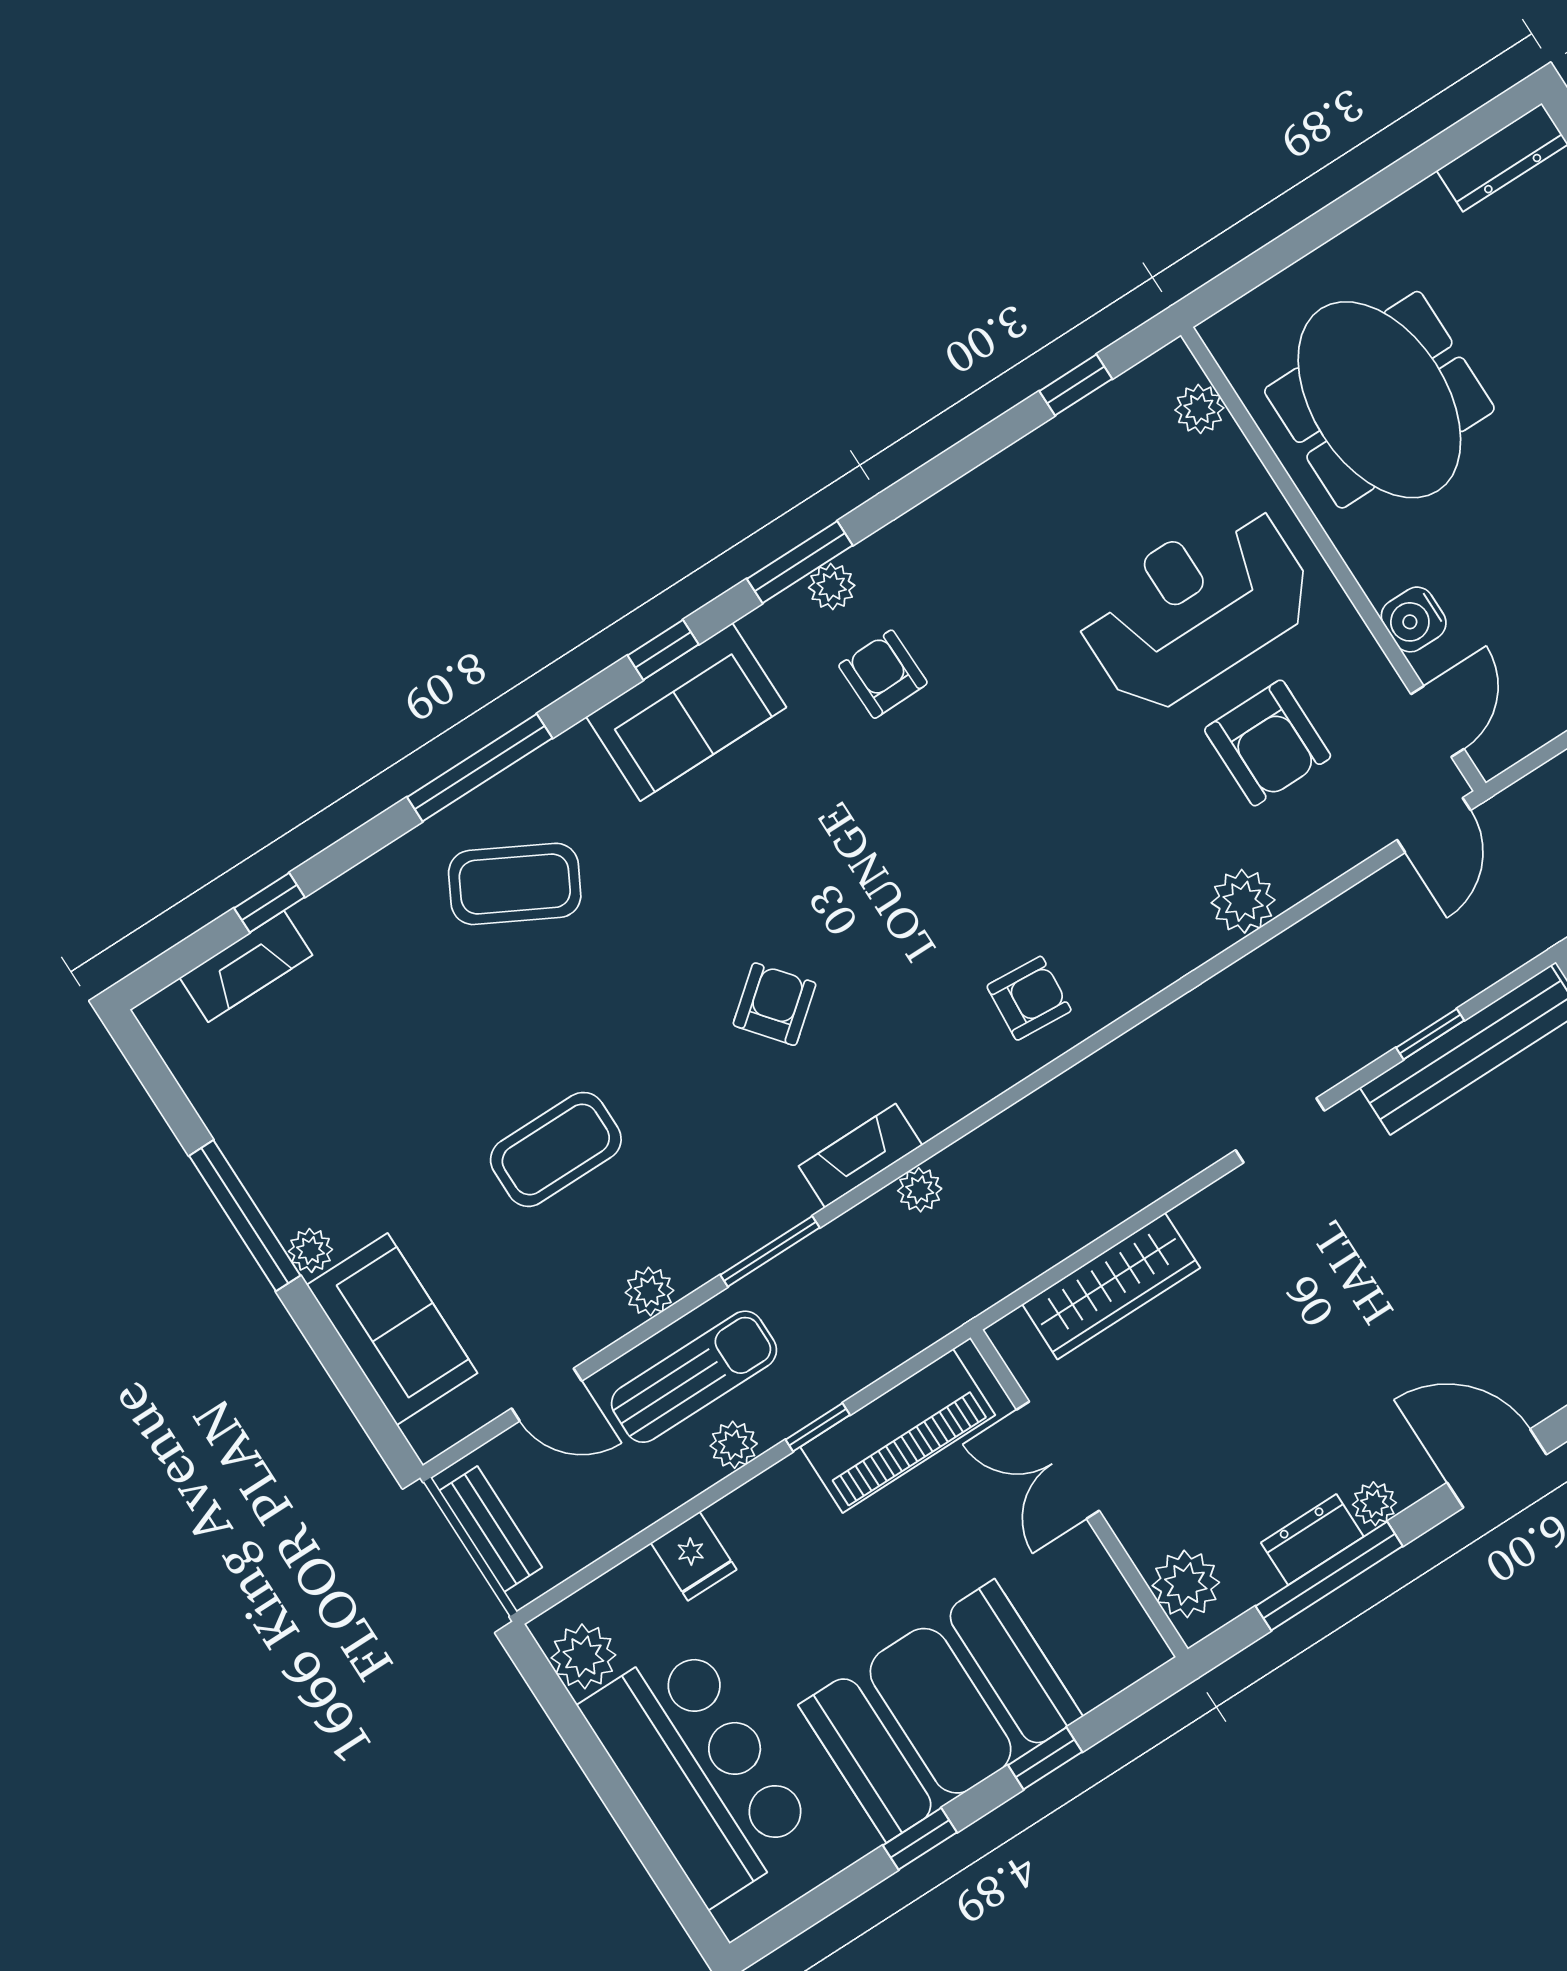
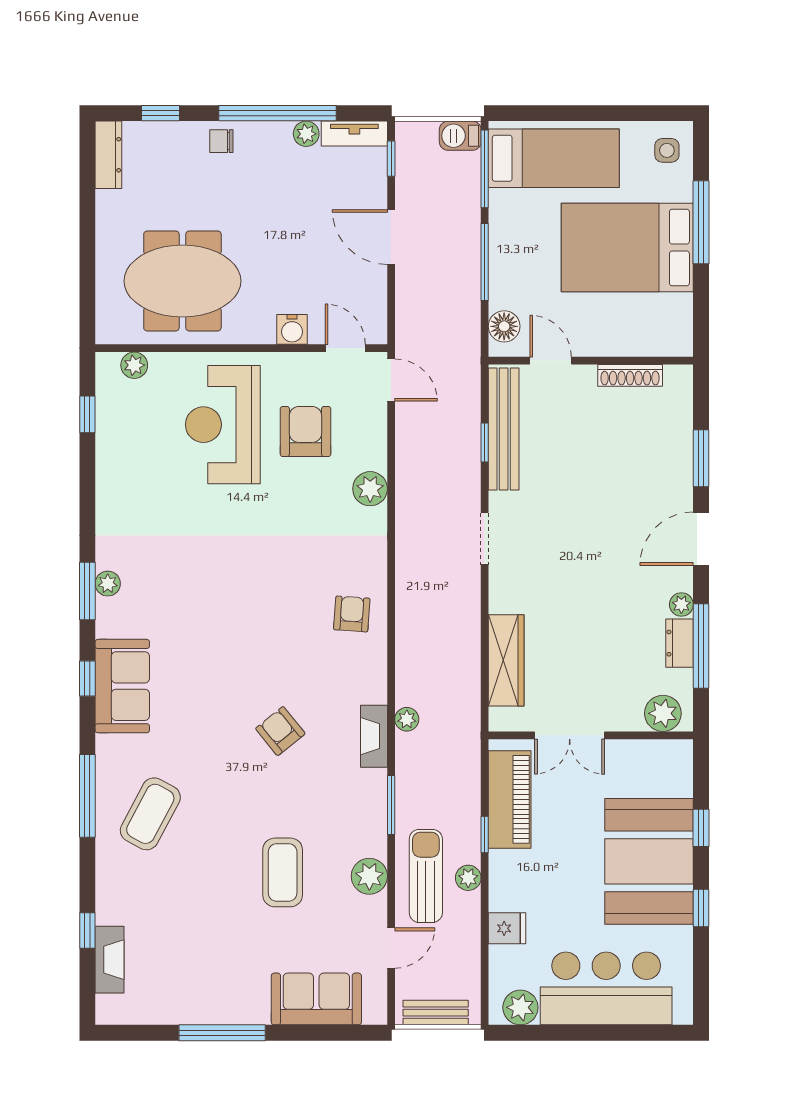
armchair: (883, 674) -> (162, 586), removed
armchair: (1268, 743) -> (305, 432), turned -90
plant: (311, 1250) -> (257, 1013), removed
plant: (649, 1291) -> (369, 876), width x1.38, depth x1.38

